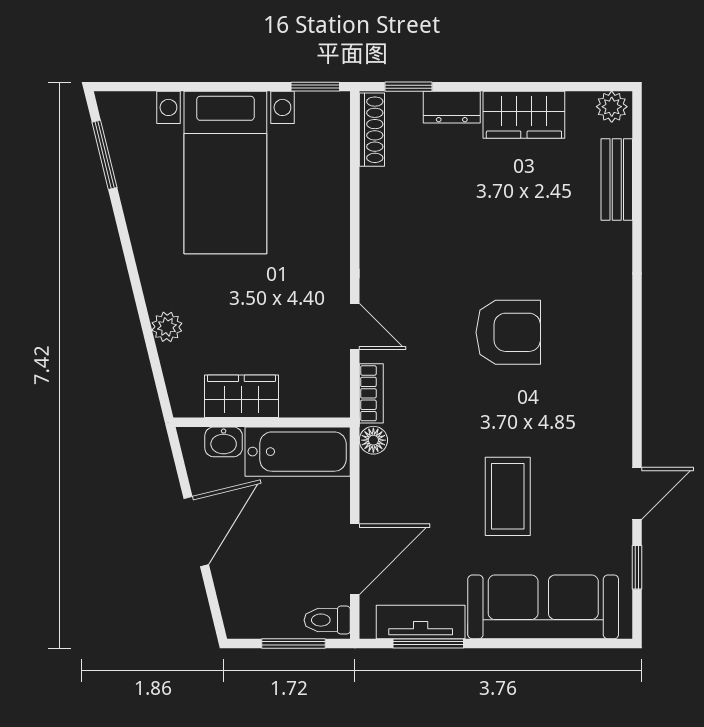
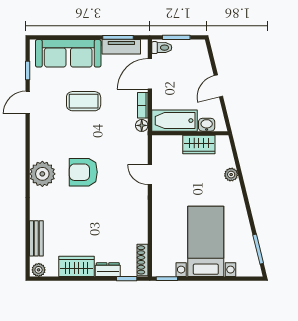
plant: (603, 328) -> (42, 174), added
bookcase: (371, 393) -> (143, 105), moved
coffee table: (508, 496) -> (84, 101), turned 90
door: (196, 532) -> (218, 86), width x0.73

